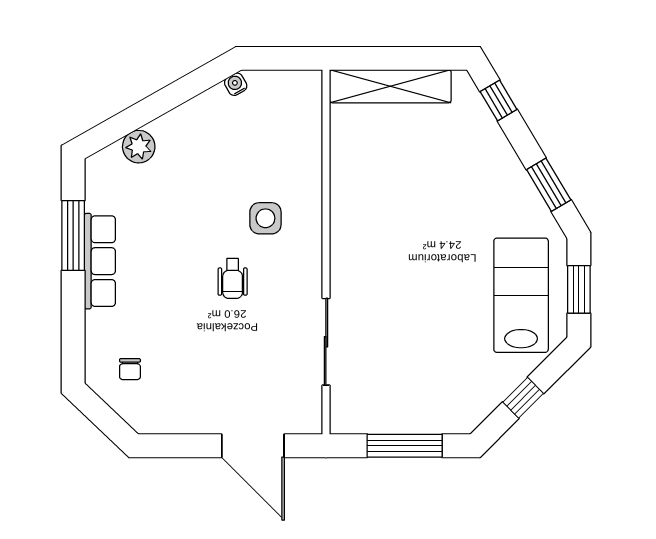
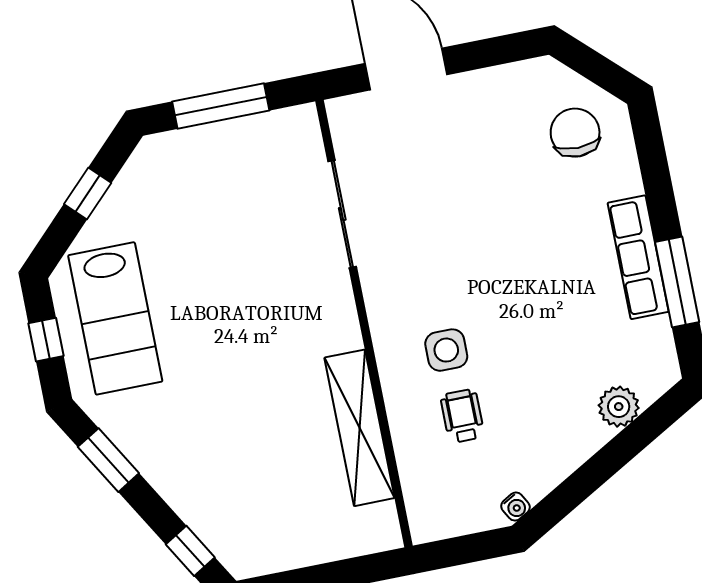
shelving: (390, 86) -> (360, 428), moved, turned 90
wheelchair: (233, 278) -> (462, 416), moved
window: (579, 289) -> (46, 340), width x0.67
chair: (130, 369) -> (575, 133), width x1.87, depth x1.87

